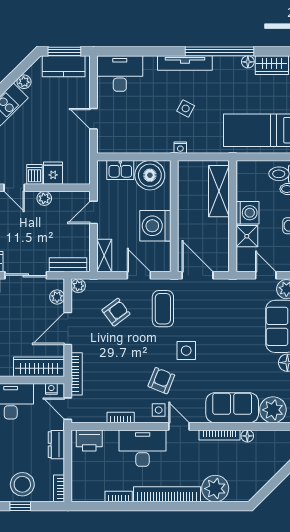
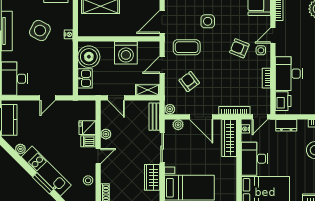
side table: (186, 108) -> (40, 31), width x1.87, depth x1.87
side table: (186, 351) -> (208, 21), moved
desk: (143, 448) -> (289, 74), moved

